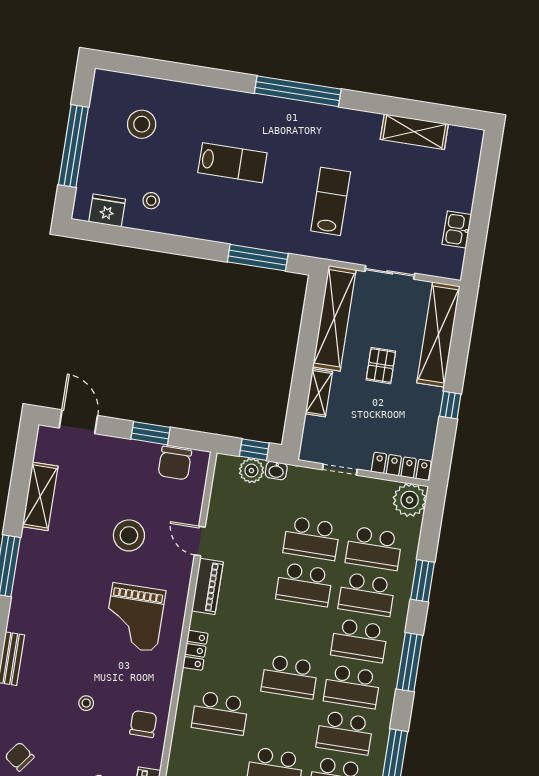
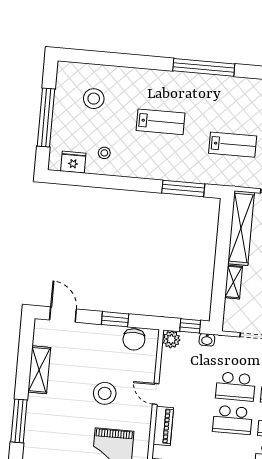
lab bench: (331, 201) -> (233, 145), turned 90
plant: (251, 471) -> (171, 339), moved

